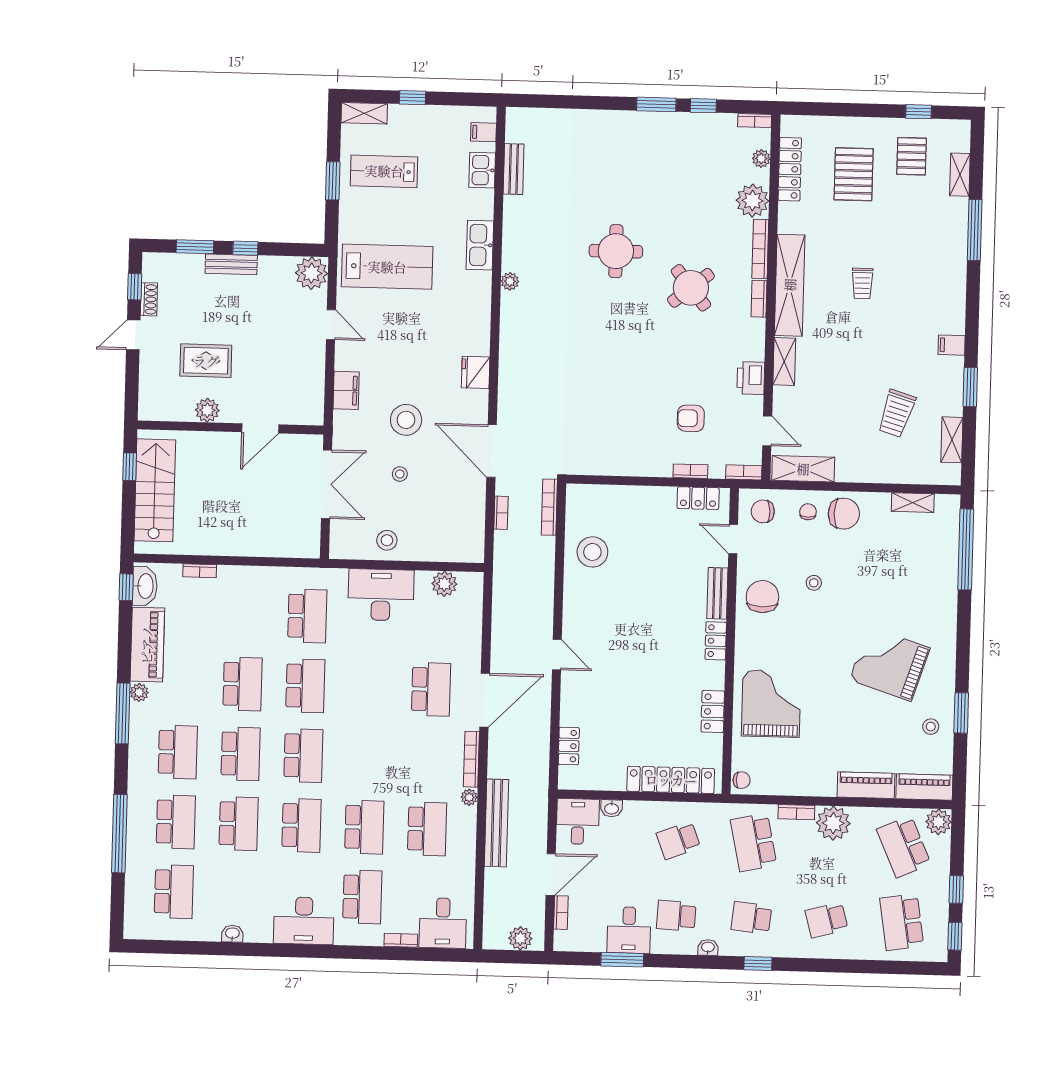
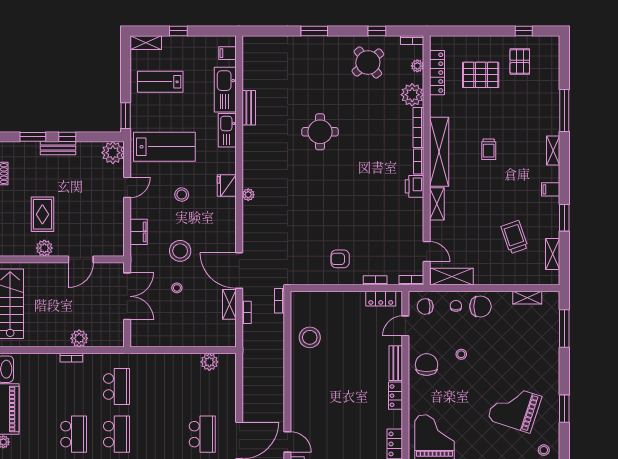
window: (656, 104) -> (314, 31), moved
bench: (514, 169) -> (249, 108), moved
kitchen sink: (482, 170) -> (225, 90), width x1.88, depth x1.24
pallet: (854, 174) -> (481, 75), turned 90
shelving: (960, 175) -> (553, 151), moved
window: (333, 181) -> (126, 116), moved
plant: (510, 281) -> (248, 195), moved
round table: (691, 288) -> (368, 62), moved
door: (331, 325) -> (127, 187), hinge flipped
rug: (206, 361) -> (42, 214), turned 90
fridge: (476, 372) -> (227, 185), moved
printer: (751, 378) -> (414, 186), moved
trolley: (897, 413) -> (514, 237), turned 144
armchair: (691, 418) -> (340, 259), moved
shelving: (476, 500) -> (229, 304), added
bookcase: (549, 507) -> (279, 301), width x0.64
door: (733, 539) -> (405, 326), hinge flipped
stool: (387, 540) -> (182, 195), moved
plant: (255, 544) -> (79, 338), added
window: (966, 549) -> (564, 329), width x0.68
bookcase: (200, 571) -> (71, 358), moved
desk: (381, 595) -> (166, 371), removed
door: (557, 655) -> (287, 442), moved
window: (961, 713) -> (564, 409), moved

